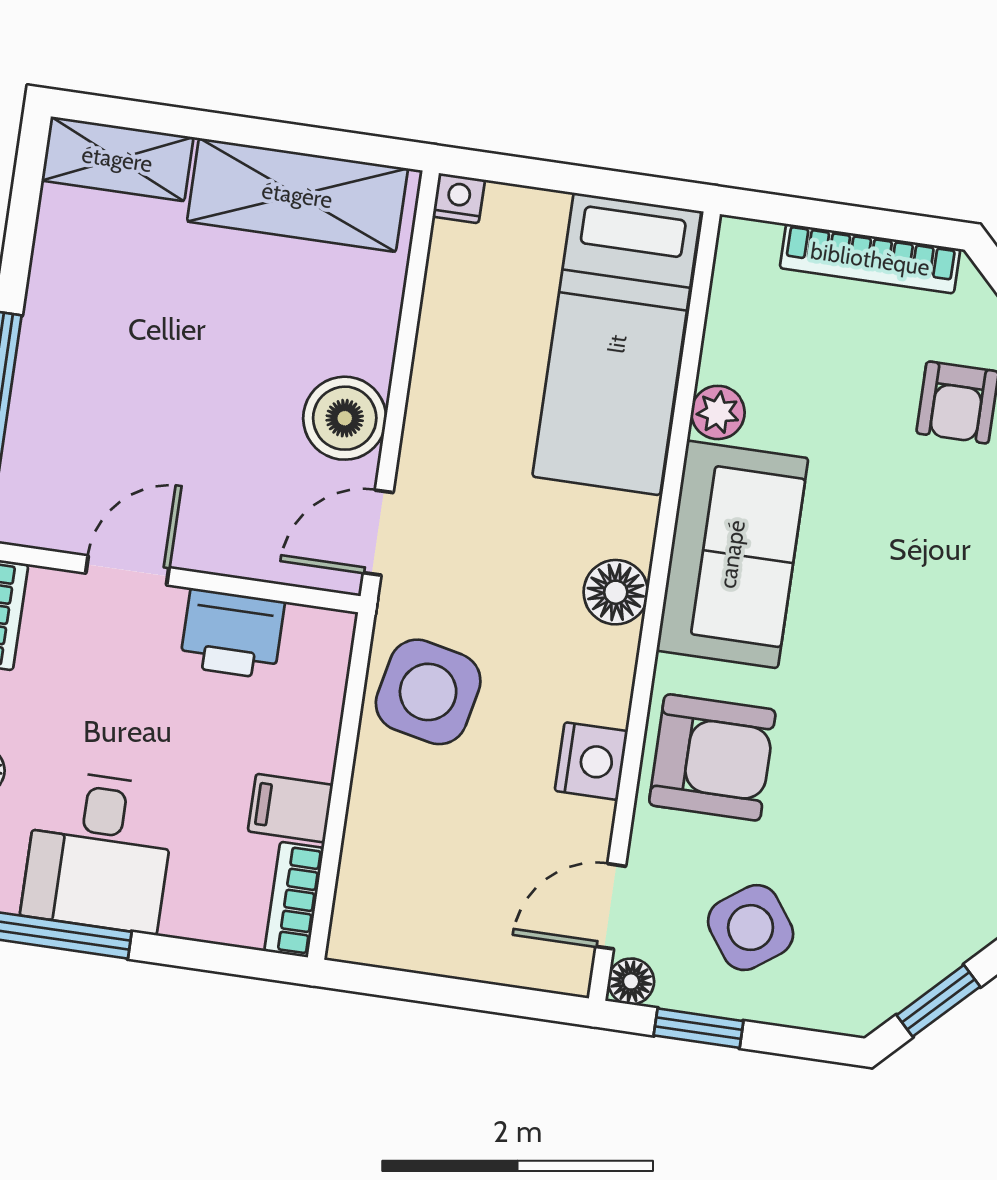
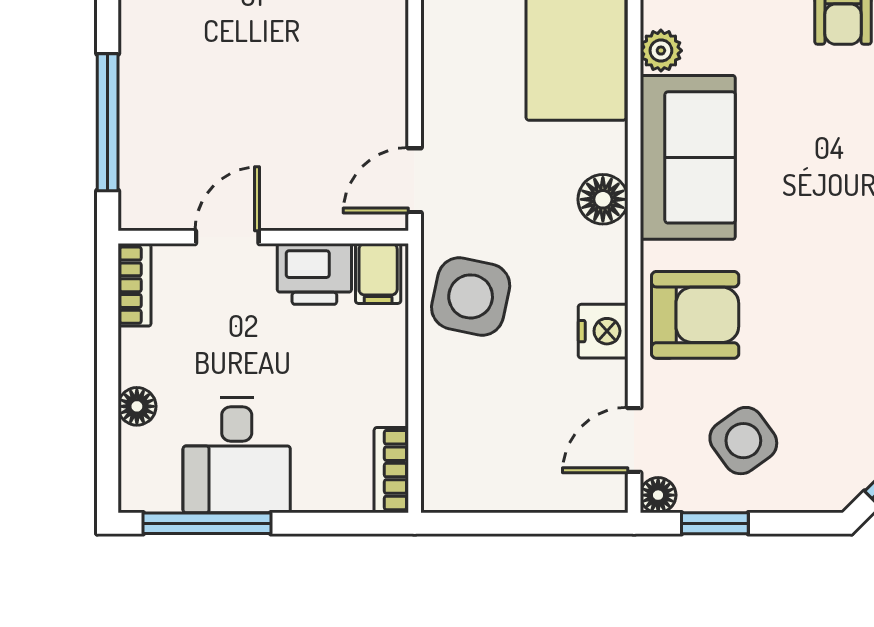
boiler: (345, 418) -> (376, 97), removed
filing cabinet: (290, 808) -> (378, 273), moved, turned -90

